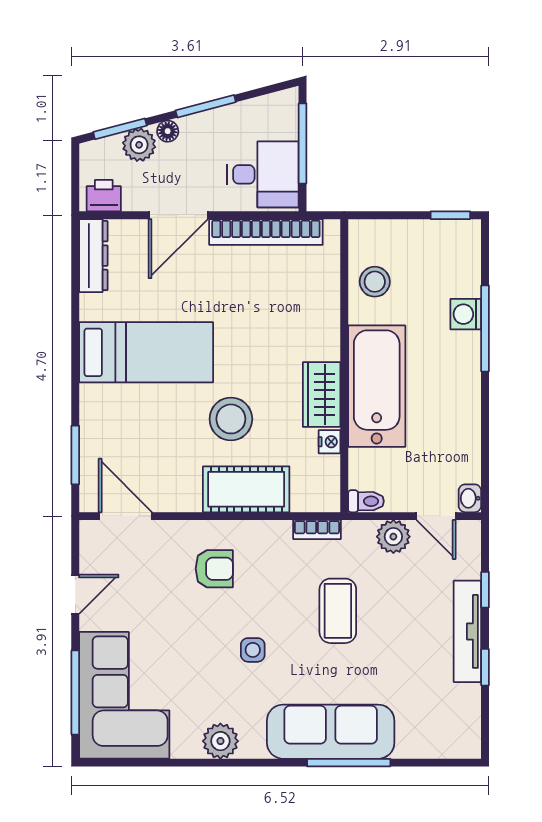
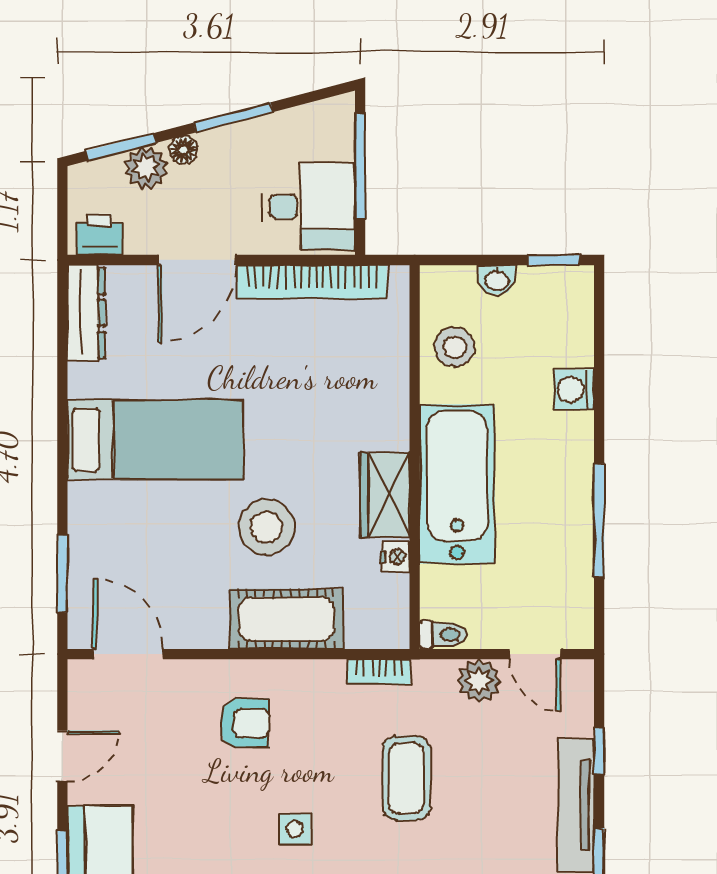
window: (485, 328) -> (599, 520), moved
washbasin: (470, 498) -> (497, 280), moved, turned -90

